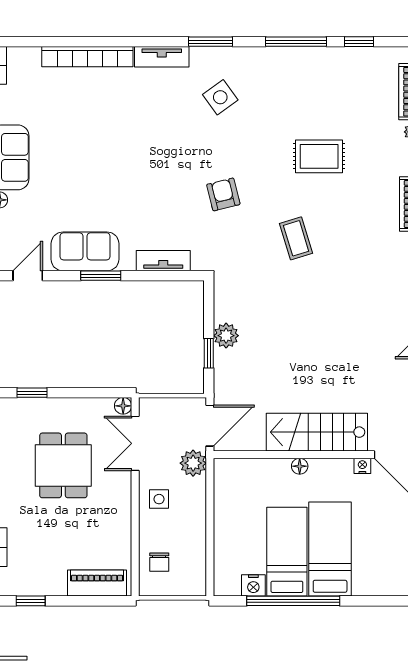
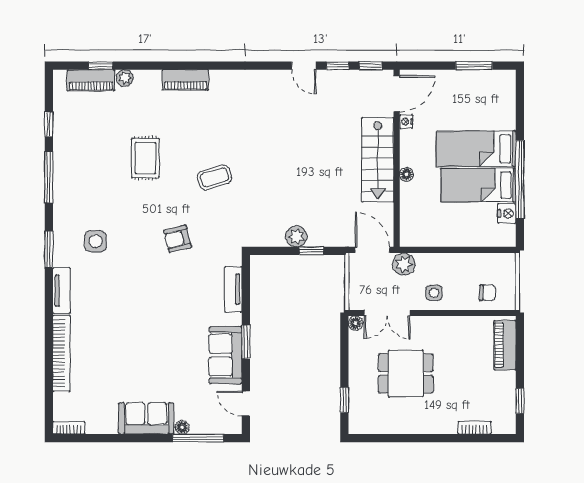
side table: (220, 97) -> (96, 241), turned 36

